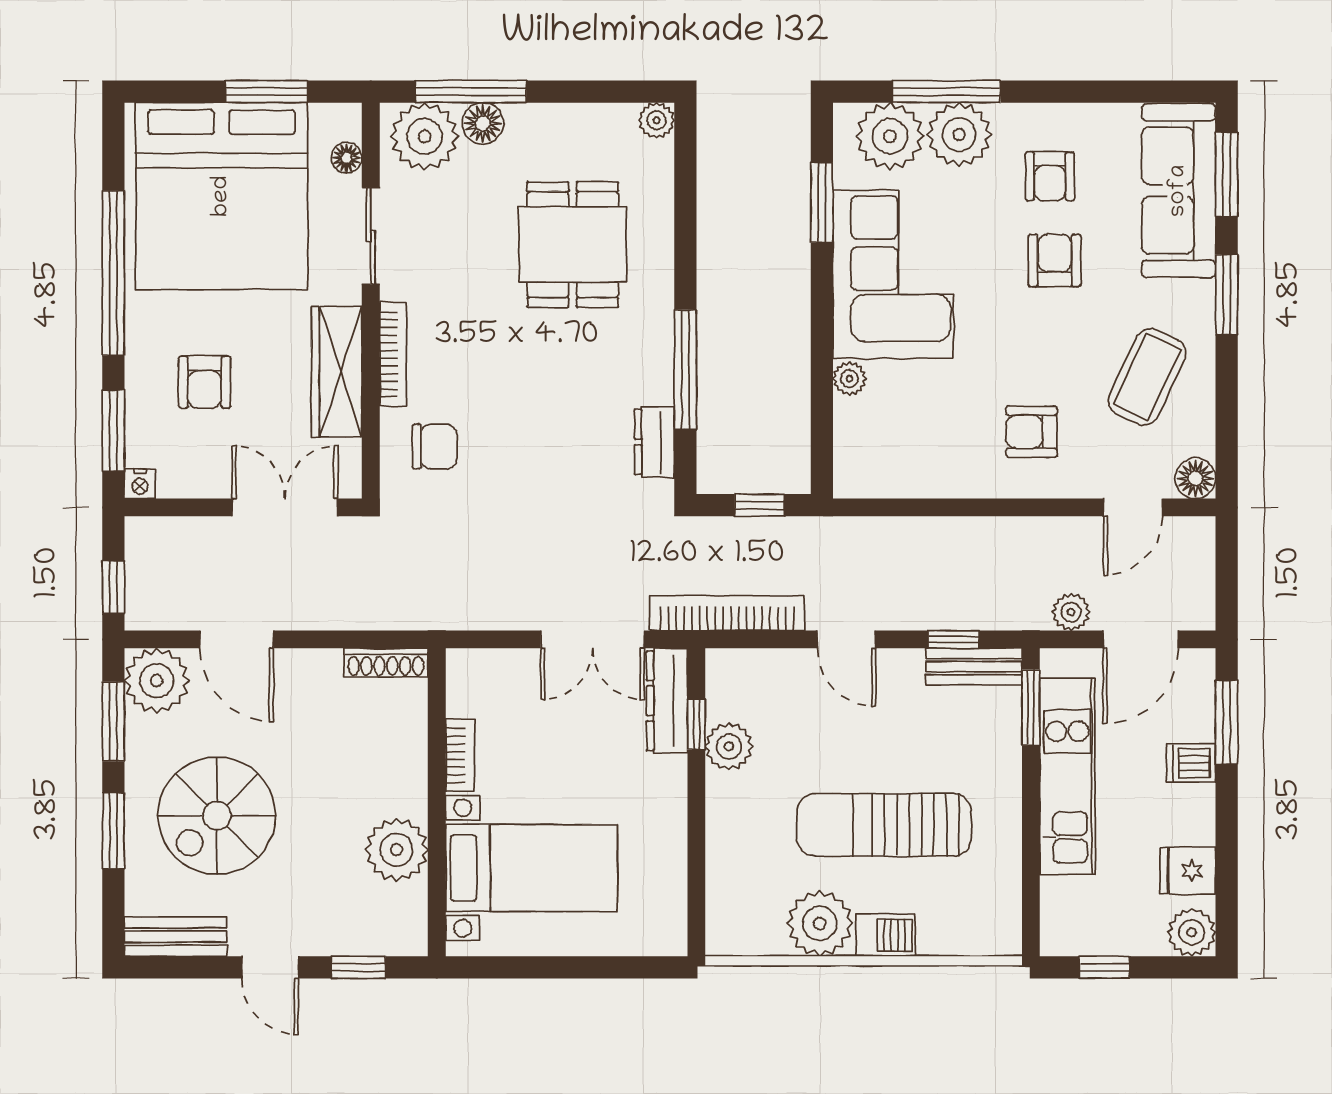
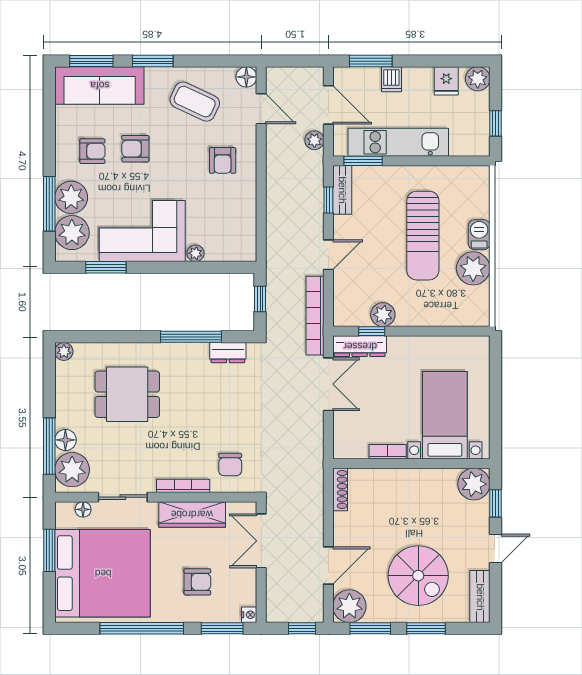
chair: (435, 447) -> (230, 465), turned 180
plant: (396, 850) -> (474, 484), moved

